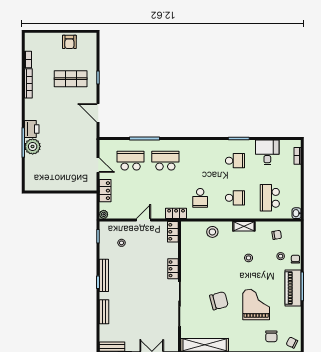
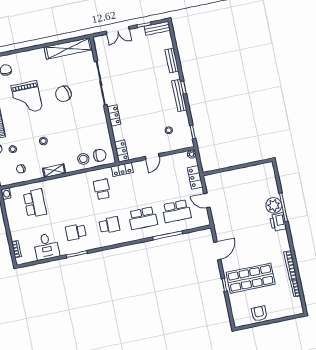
shop shelf: (71, 79) -> (251, 278), width x1.43, depth x1.36
door: (98, 113) -> (217, 251), hinge flipped
school desk: (235, 198) -> (109, 225), moved, turned 180
chair: (195, 232) -> (100, 155), added

